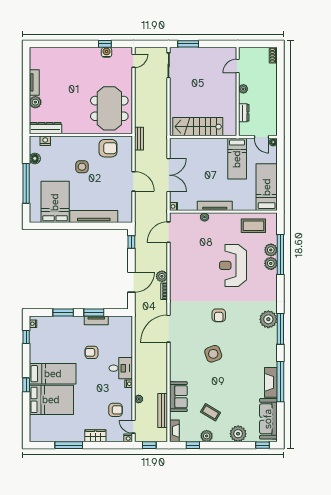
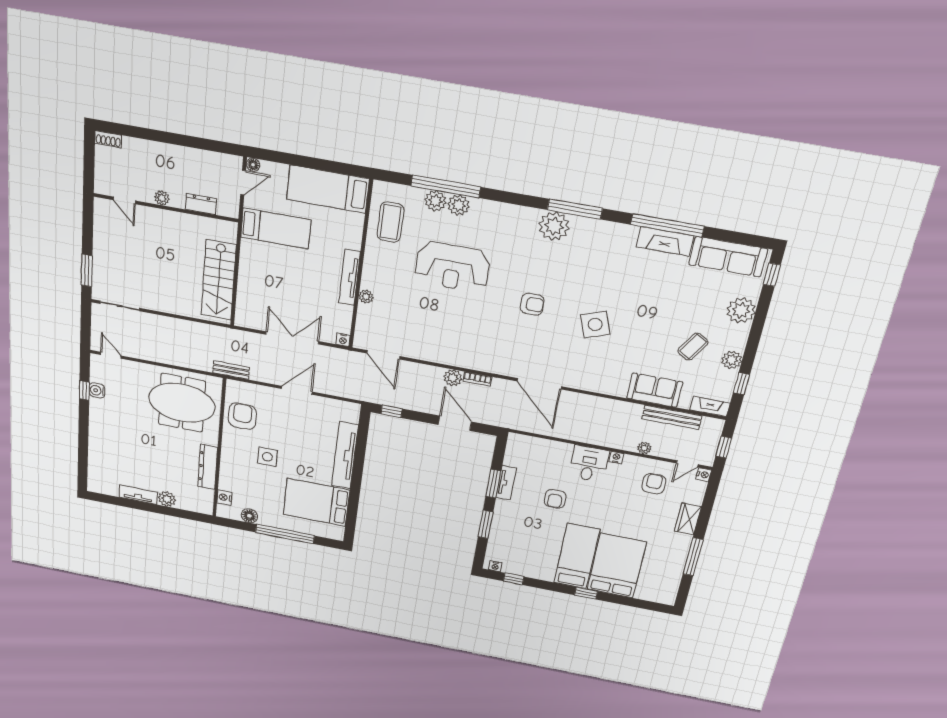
dresser: (45, 128) -> (208, 467), moved

